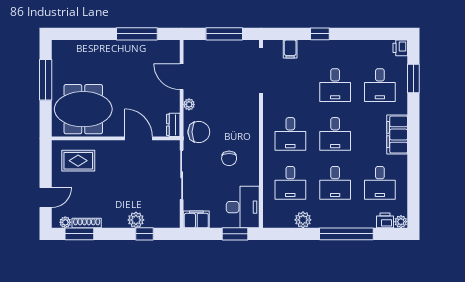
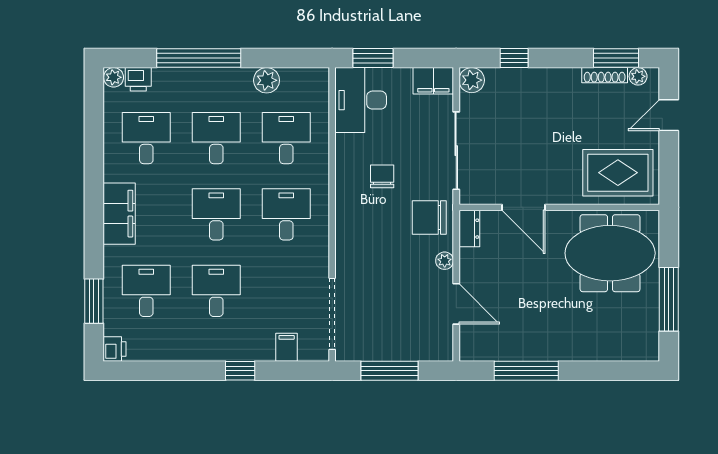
rug: (78, 161) -> (618, 173), width x1.36, depth x1.43
plant: (136, 220) -> (472, 80), moved

